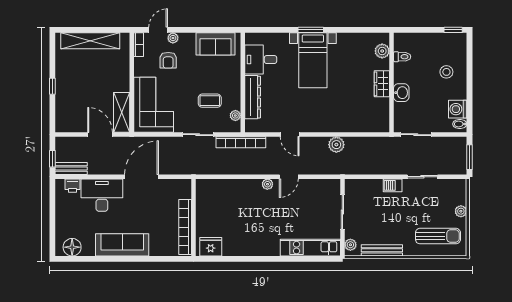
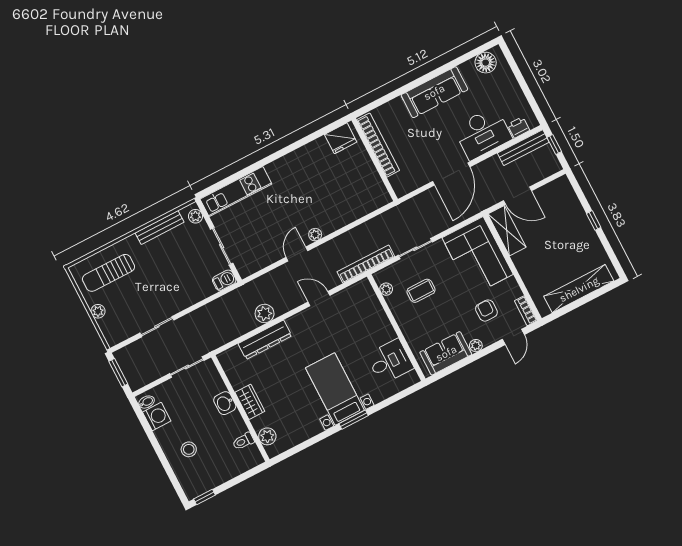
plant: (173, 38) -> (476, 346), moved
dresser: (253, 97) -> (265, 340), moved, turned -90
bench: (71, 169) -> (523, 148), width x1.36
barbecue: (393, 185) -> (224, 280), moved

